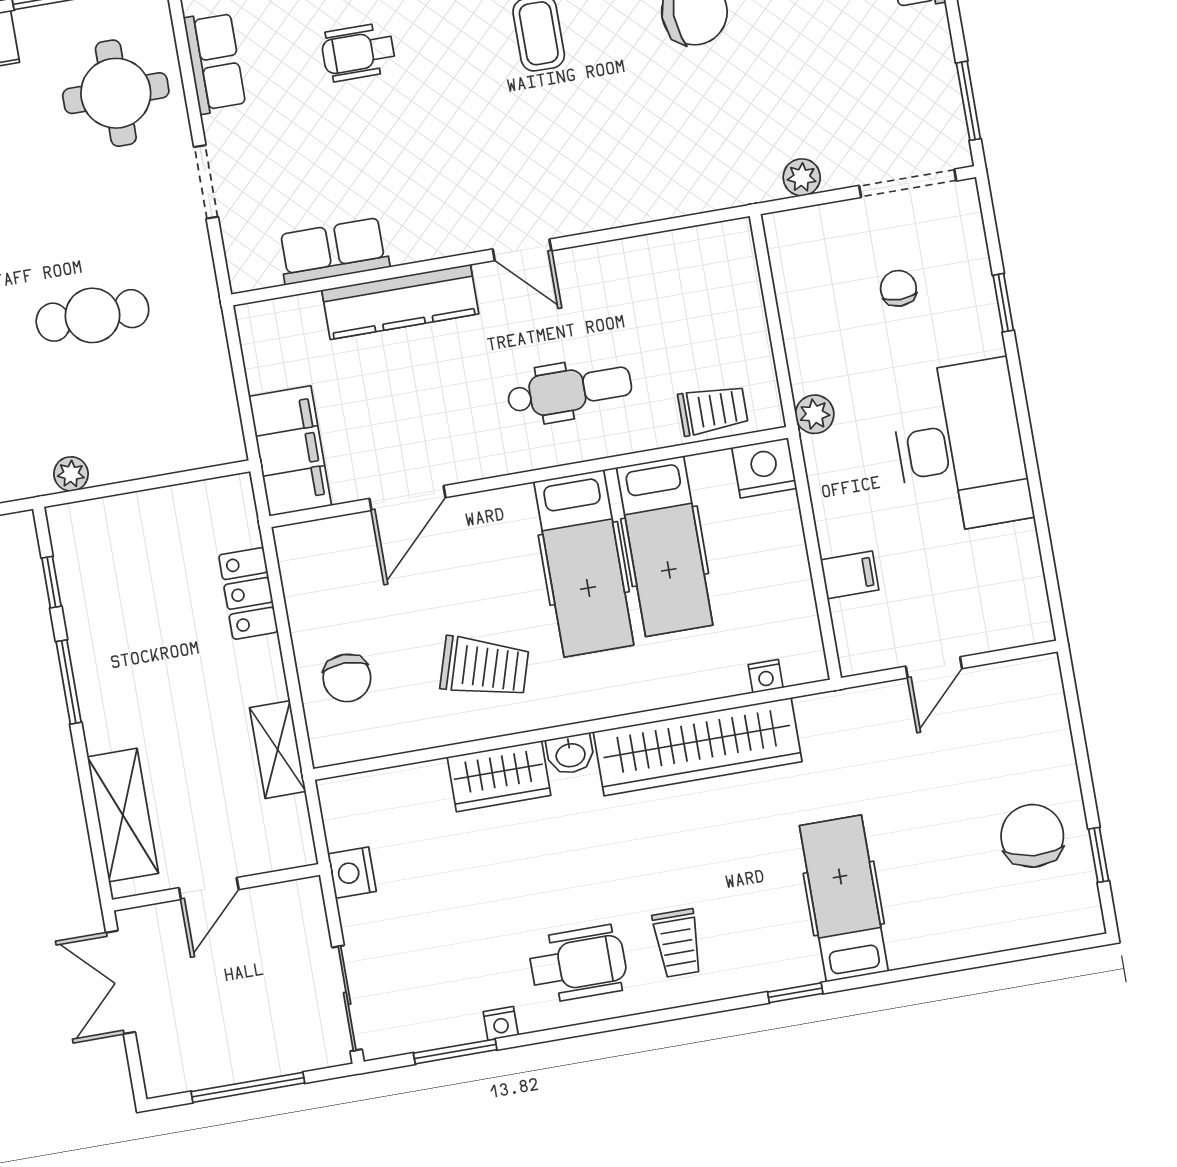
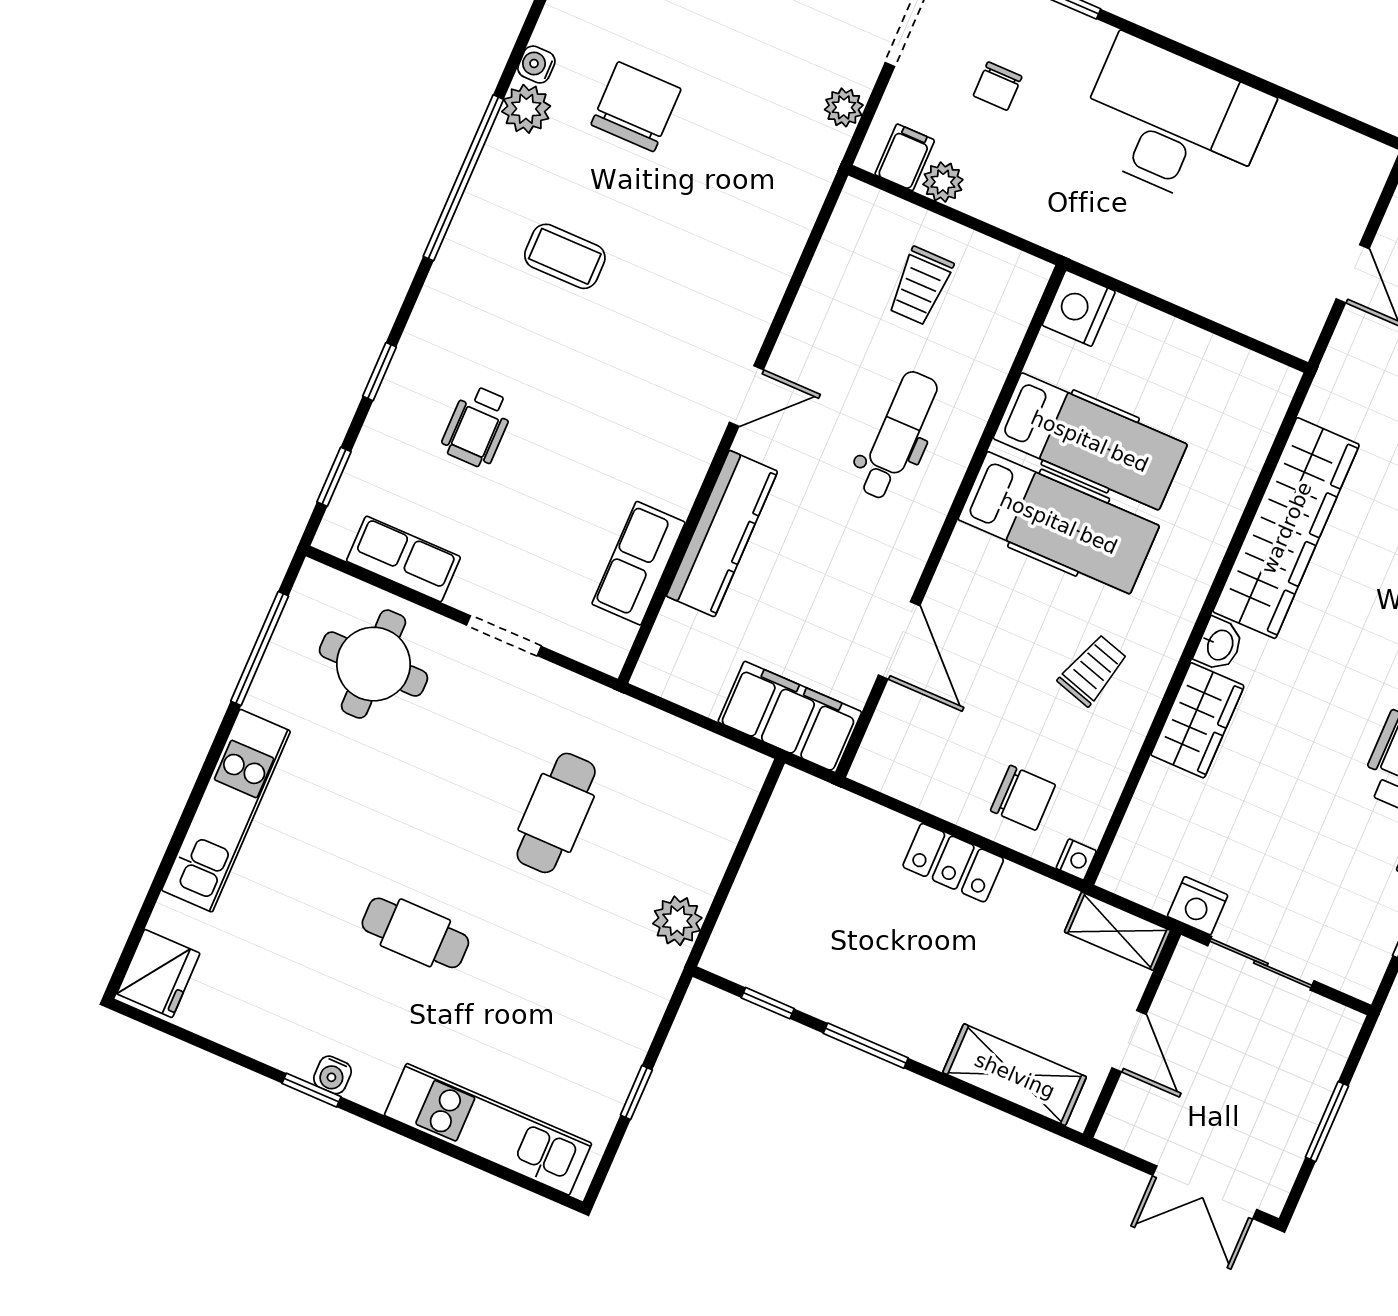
chair: (898, 288) -> (998, 86), turned -90
trolley: (713, 410) -> (920, 286), moved, turned 180
plant: (815, 414) -> (943, 182), moved
plant: (71, 474) -> (677, 921), width x1.38, depth x1.38
filing cabinet: (850, 575) -> (905, 157), moved
locker: (248, 593) -> (953, 863), moved
trolley: (484, 667) -> (1093, 670), width x0.73, depth x0.72
nightstand: (766, 676) -> (1076, 859), moved
shelving: (278, 750) -> (1117, 931), moved
double door: (121, 982) -> (1205, 1192), moved
sliding door: (347, 998) -> (1261, 963), moved
window: (248, 1087) -> (1327, 1122), width x0.69

